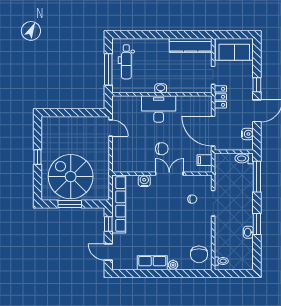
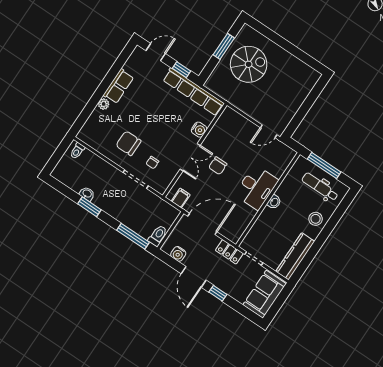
stool: (152, 49) -> (316, 219), added
window: (38, 157) -> (287, 46), removed
spiral stairs: (71, 177) -> (249, 64), width x0.73, depth x0.73
chair: (199, 254) -> (128, 143), moved

